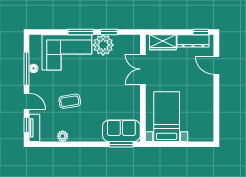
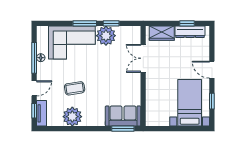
window: (201, 32) -> (187, 23), moved
door: (216, 65) -> (212, 70), moved
door: (26, 101) -> (34, 88), hinge flipped
window: (216, 115) -> (212, 101), added
bed with nightstands: (167, 117) -> (190, 103), moved
plant: (63, 136) -> (72, 117), width x1.88, depth x1.88

